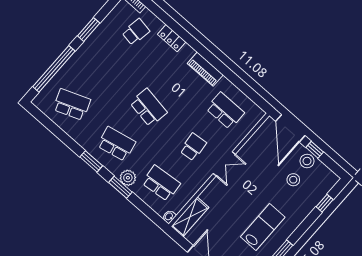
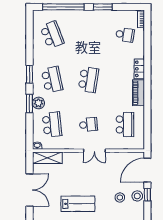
locker: (172, 38) -> (139, 69), moved

